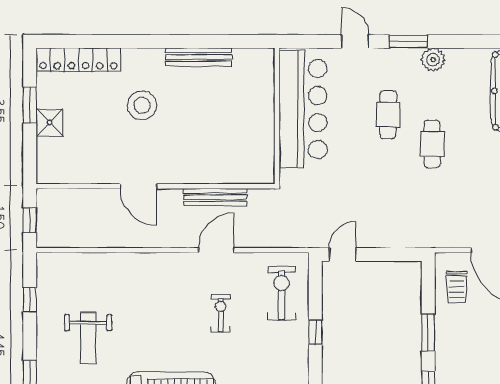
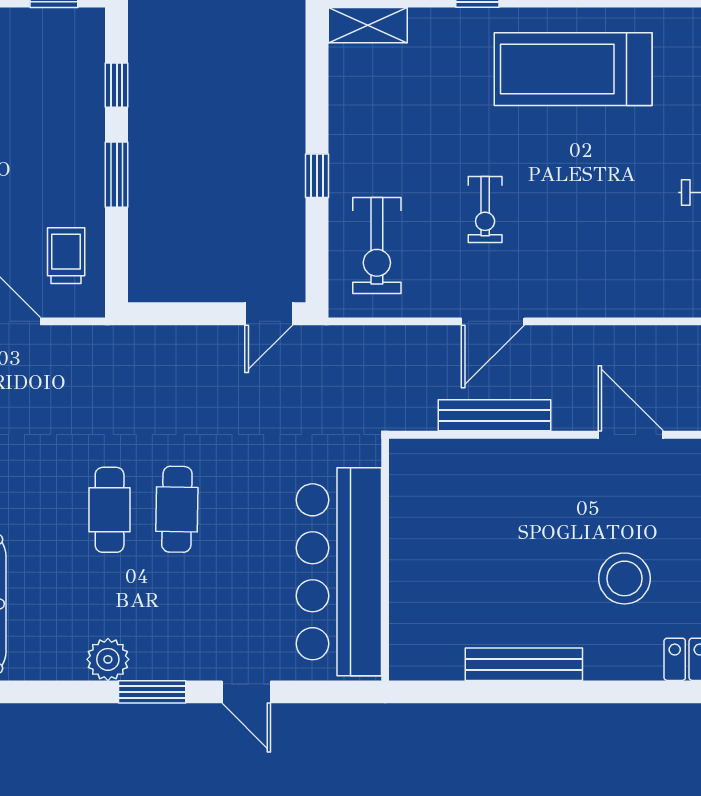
cafe table: (388, 115) -> (177, 509), moved

